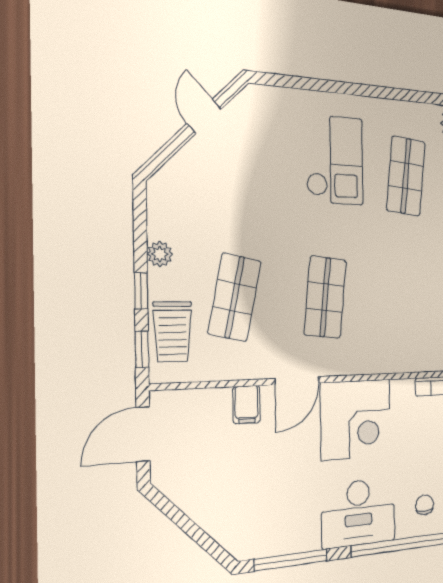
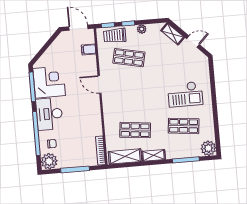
shelving: (179, 169) -> (173, 34), added
shop shelf: (325, 297) -> (135, 130), moved
filing cabinet: (247, 405) -> (89, 49), moved
corner desk: (356, 419) -> (49, 82), moved, turned 180

